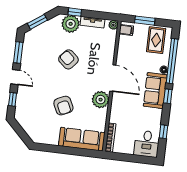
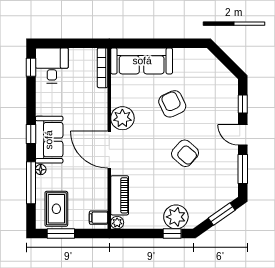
window: (145, 21) -> (61, 234), moved
tv unit: (92, 22) -> (146, 223), removed
piano: (109, 44) -> (120, 195), added
armchair: (68, 59) -> (185, 153), moved
window: (172, 61) -> (31, 183), width x0.68
window: (164, 132) -> (31, 67), moved

